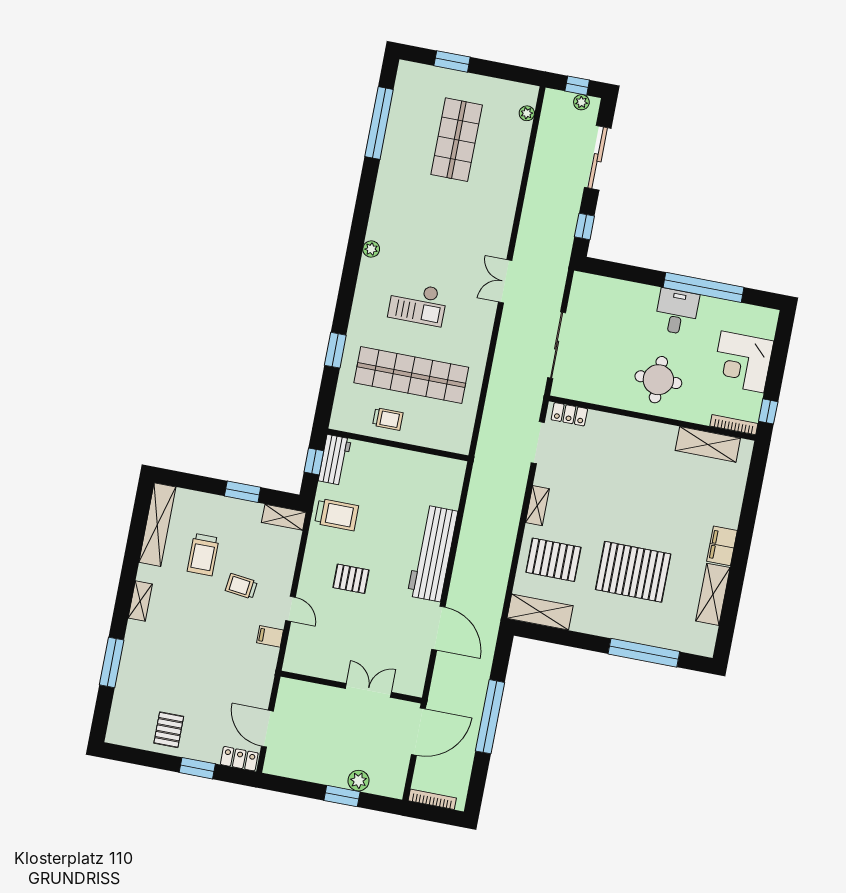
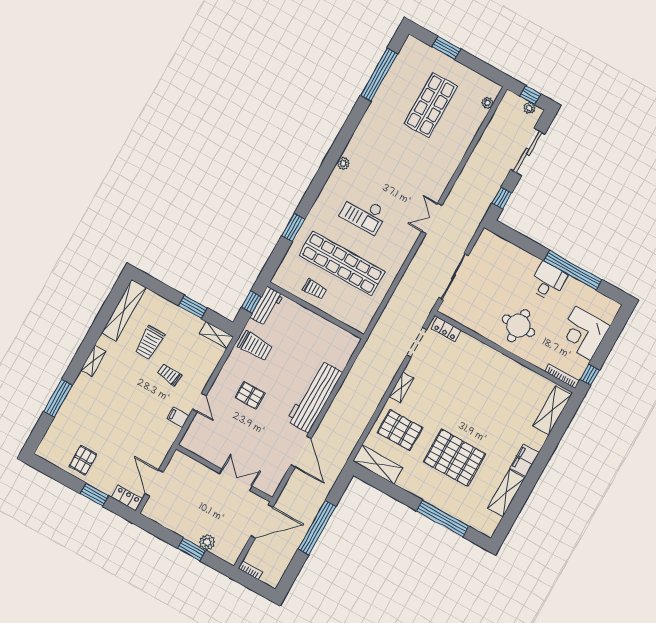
shelving: (708, 444) -> (552, 410), moved, turned 90
bookcase: (432, 799) -> (250, 570), width x0.64

